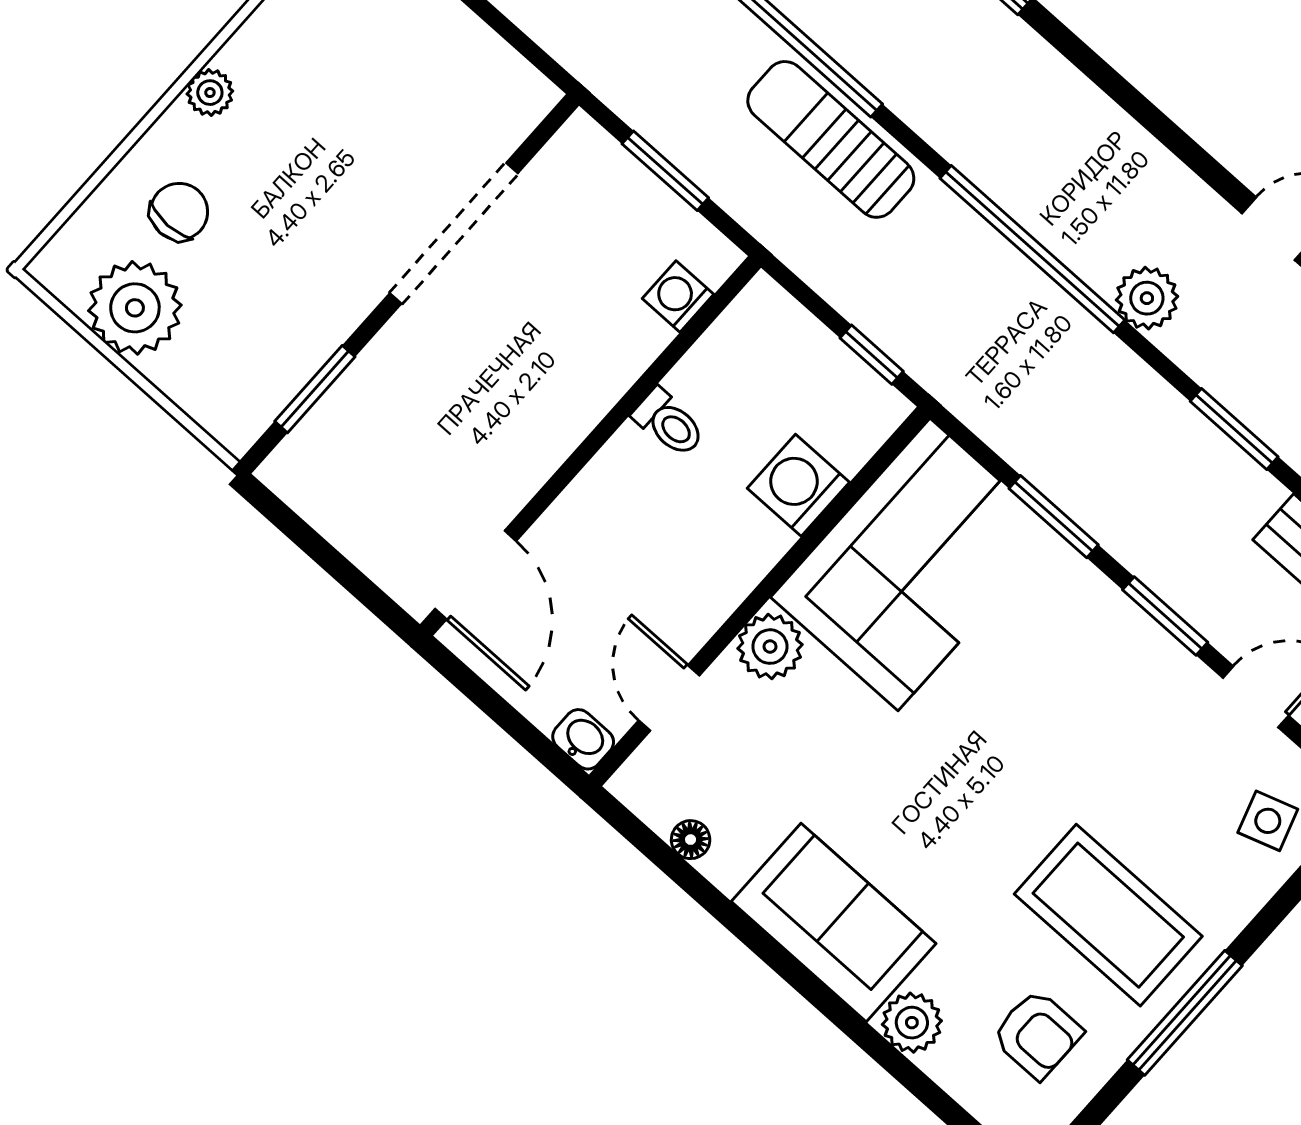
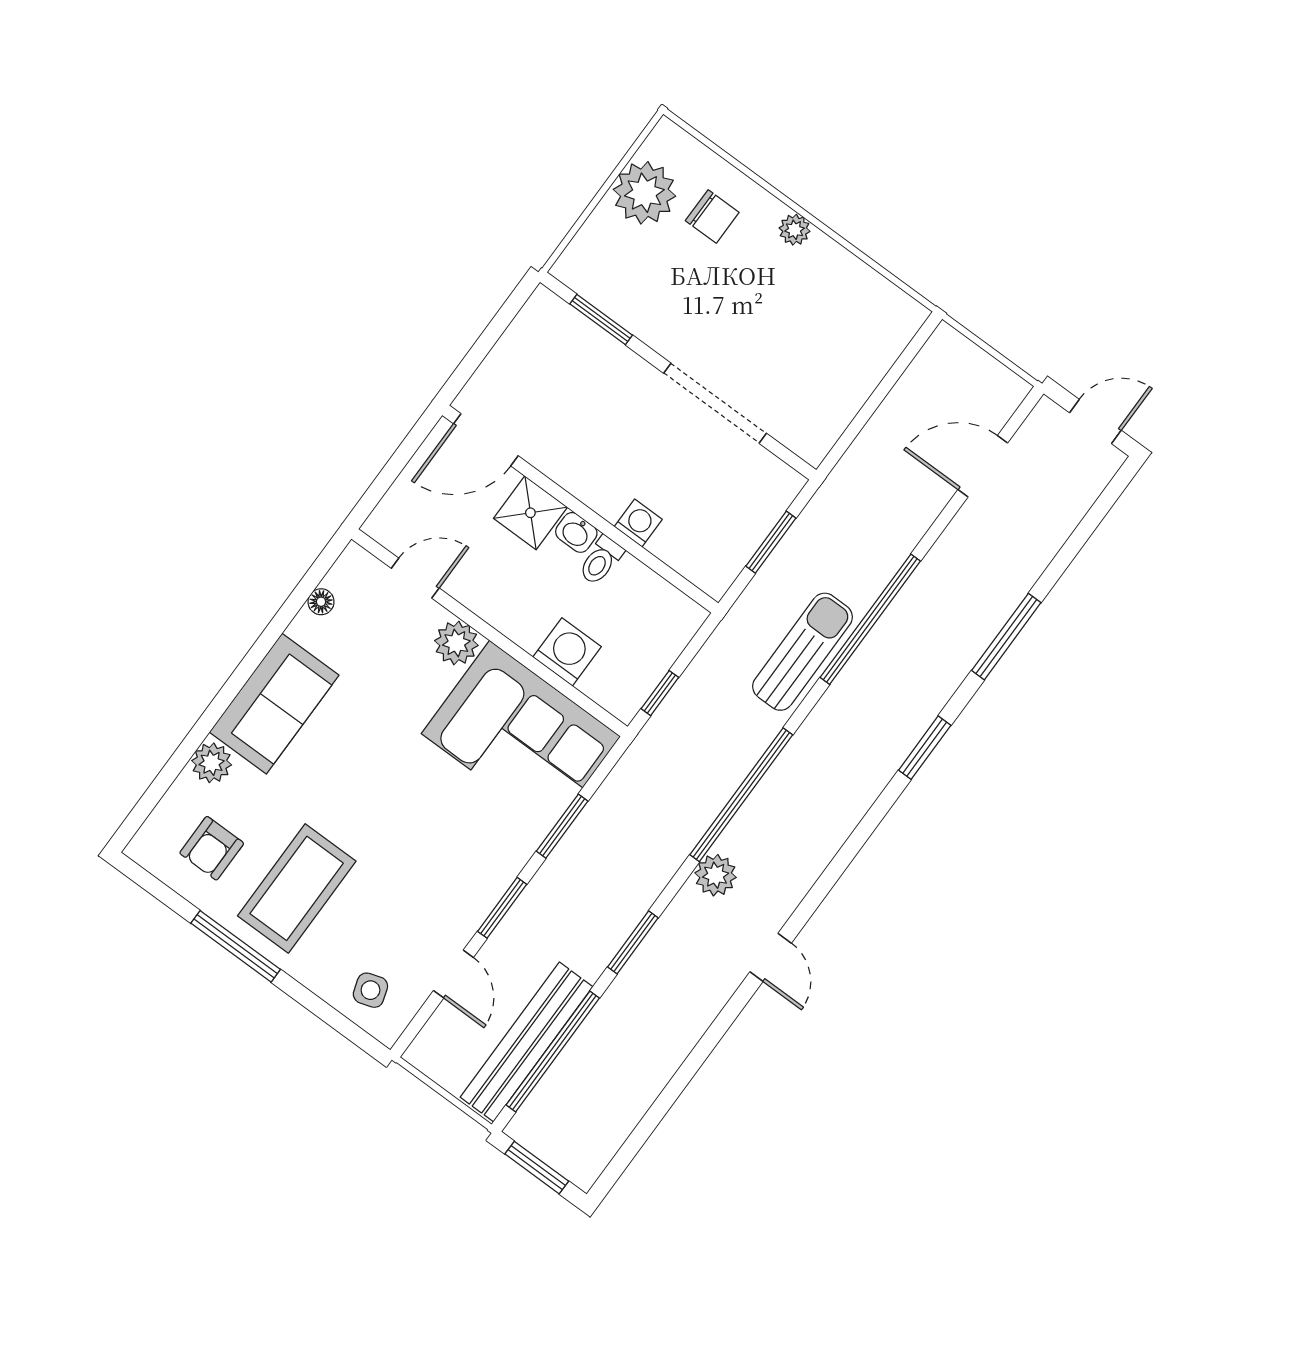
washing machine: (678, 296) -> (638, 523), moved
shower: (589, 520) -> (530, 513), added
washbasin: (583, 739) -> (576, 532), moved, turned 90

